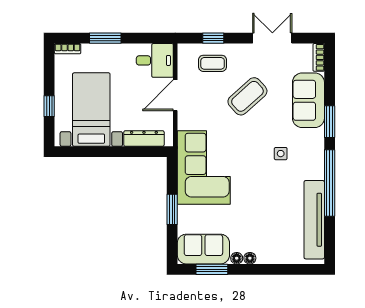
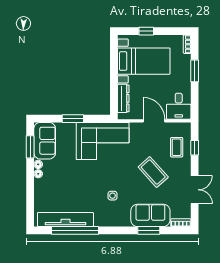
window: (330, 122) -> (149, 230), moved
window: (330, 183) -> (75, 230), moved

